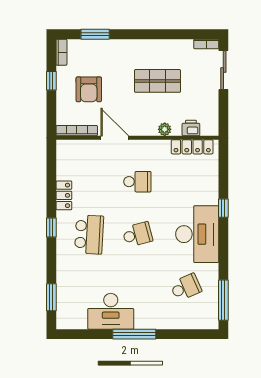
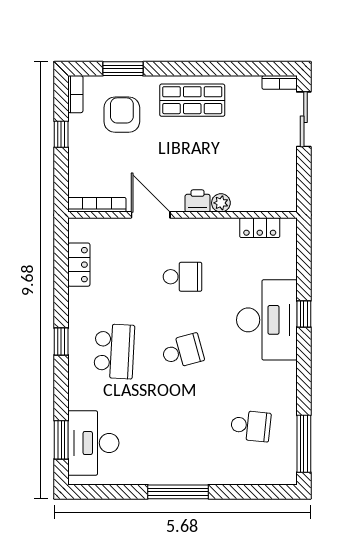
shop shelf: (158, 81) -> (192, 100), moved
armchair: (89, 89) -> (122, 115), moved, turned 180
printer: (191, 128) -> (198, 201), moved
locker: (192, 147) -> (260, 228), width x0.66
locker: (64, 195) -> (79, 265), moved
desk: (197, 234) -> (267, 320), moved
school desk: (186, 287) -> (251, 426), turned 30
desk: (111, 311) -> (93, 443), moved, turned 90

